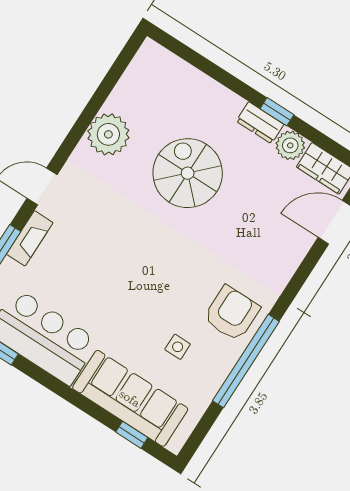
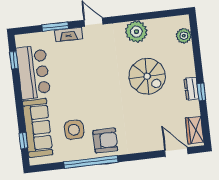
plant: (290, 145) -> (184, 36), moved
spiral stairs: (188, 173) -> (147, 76), turned 90
side table: (178, 347) -> (74, 130), width x1.87, depth x1.87

